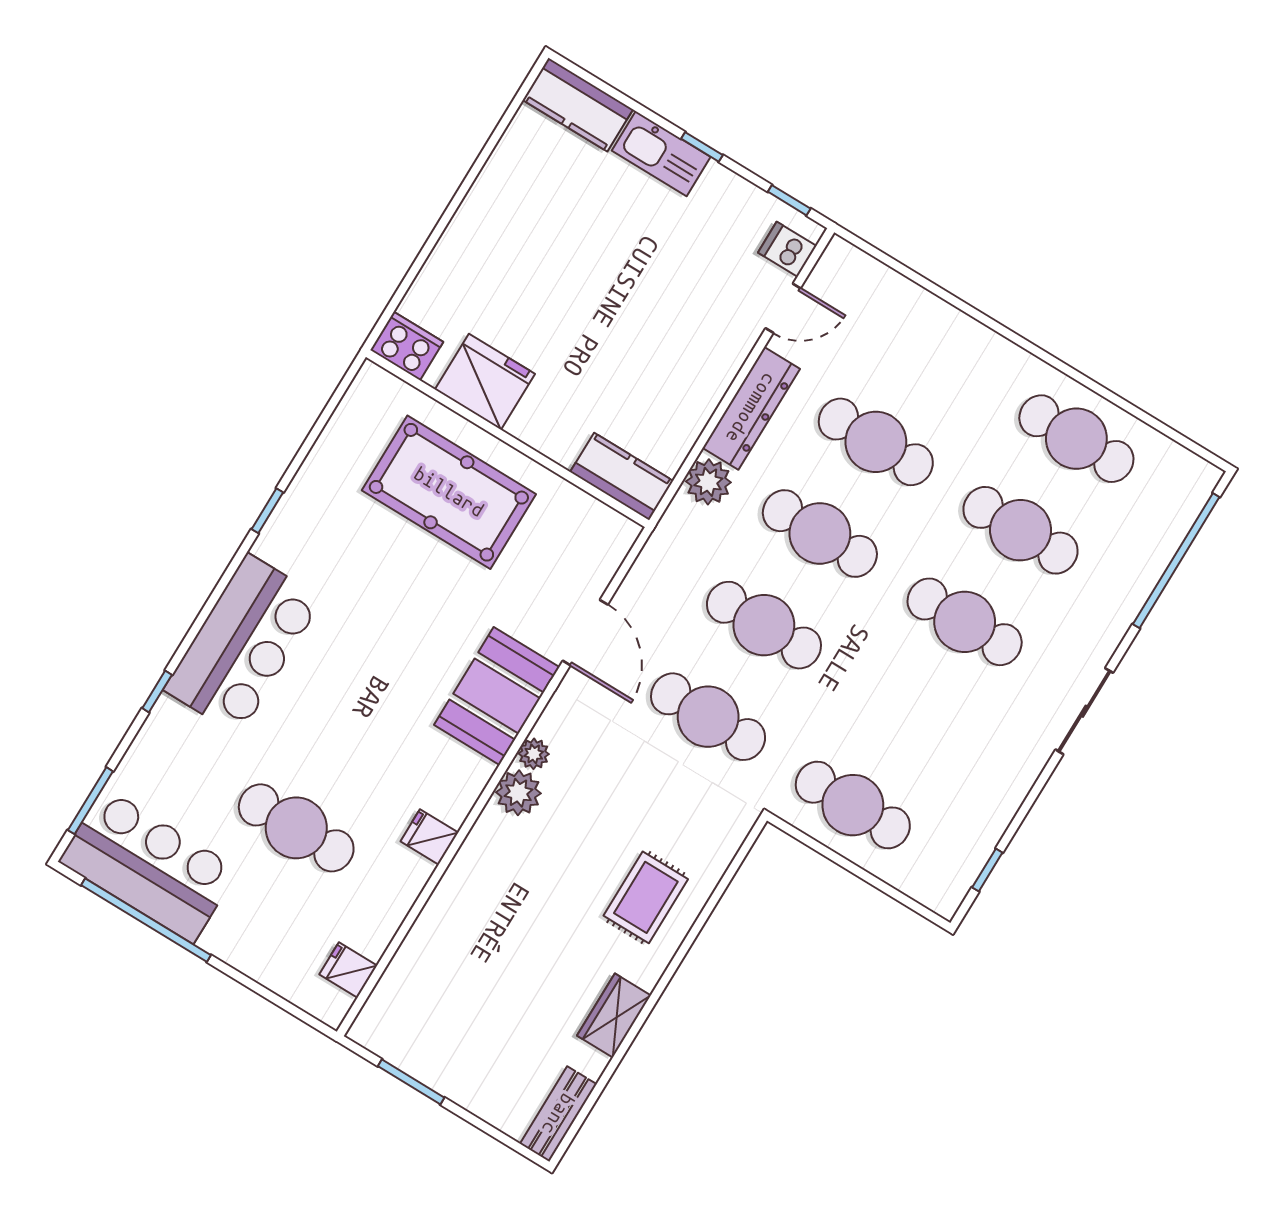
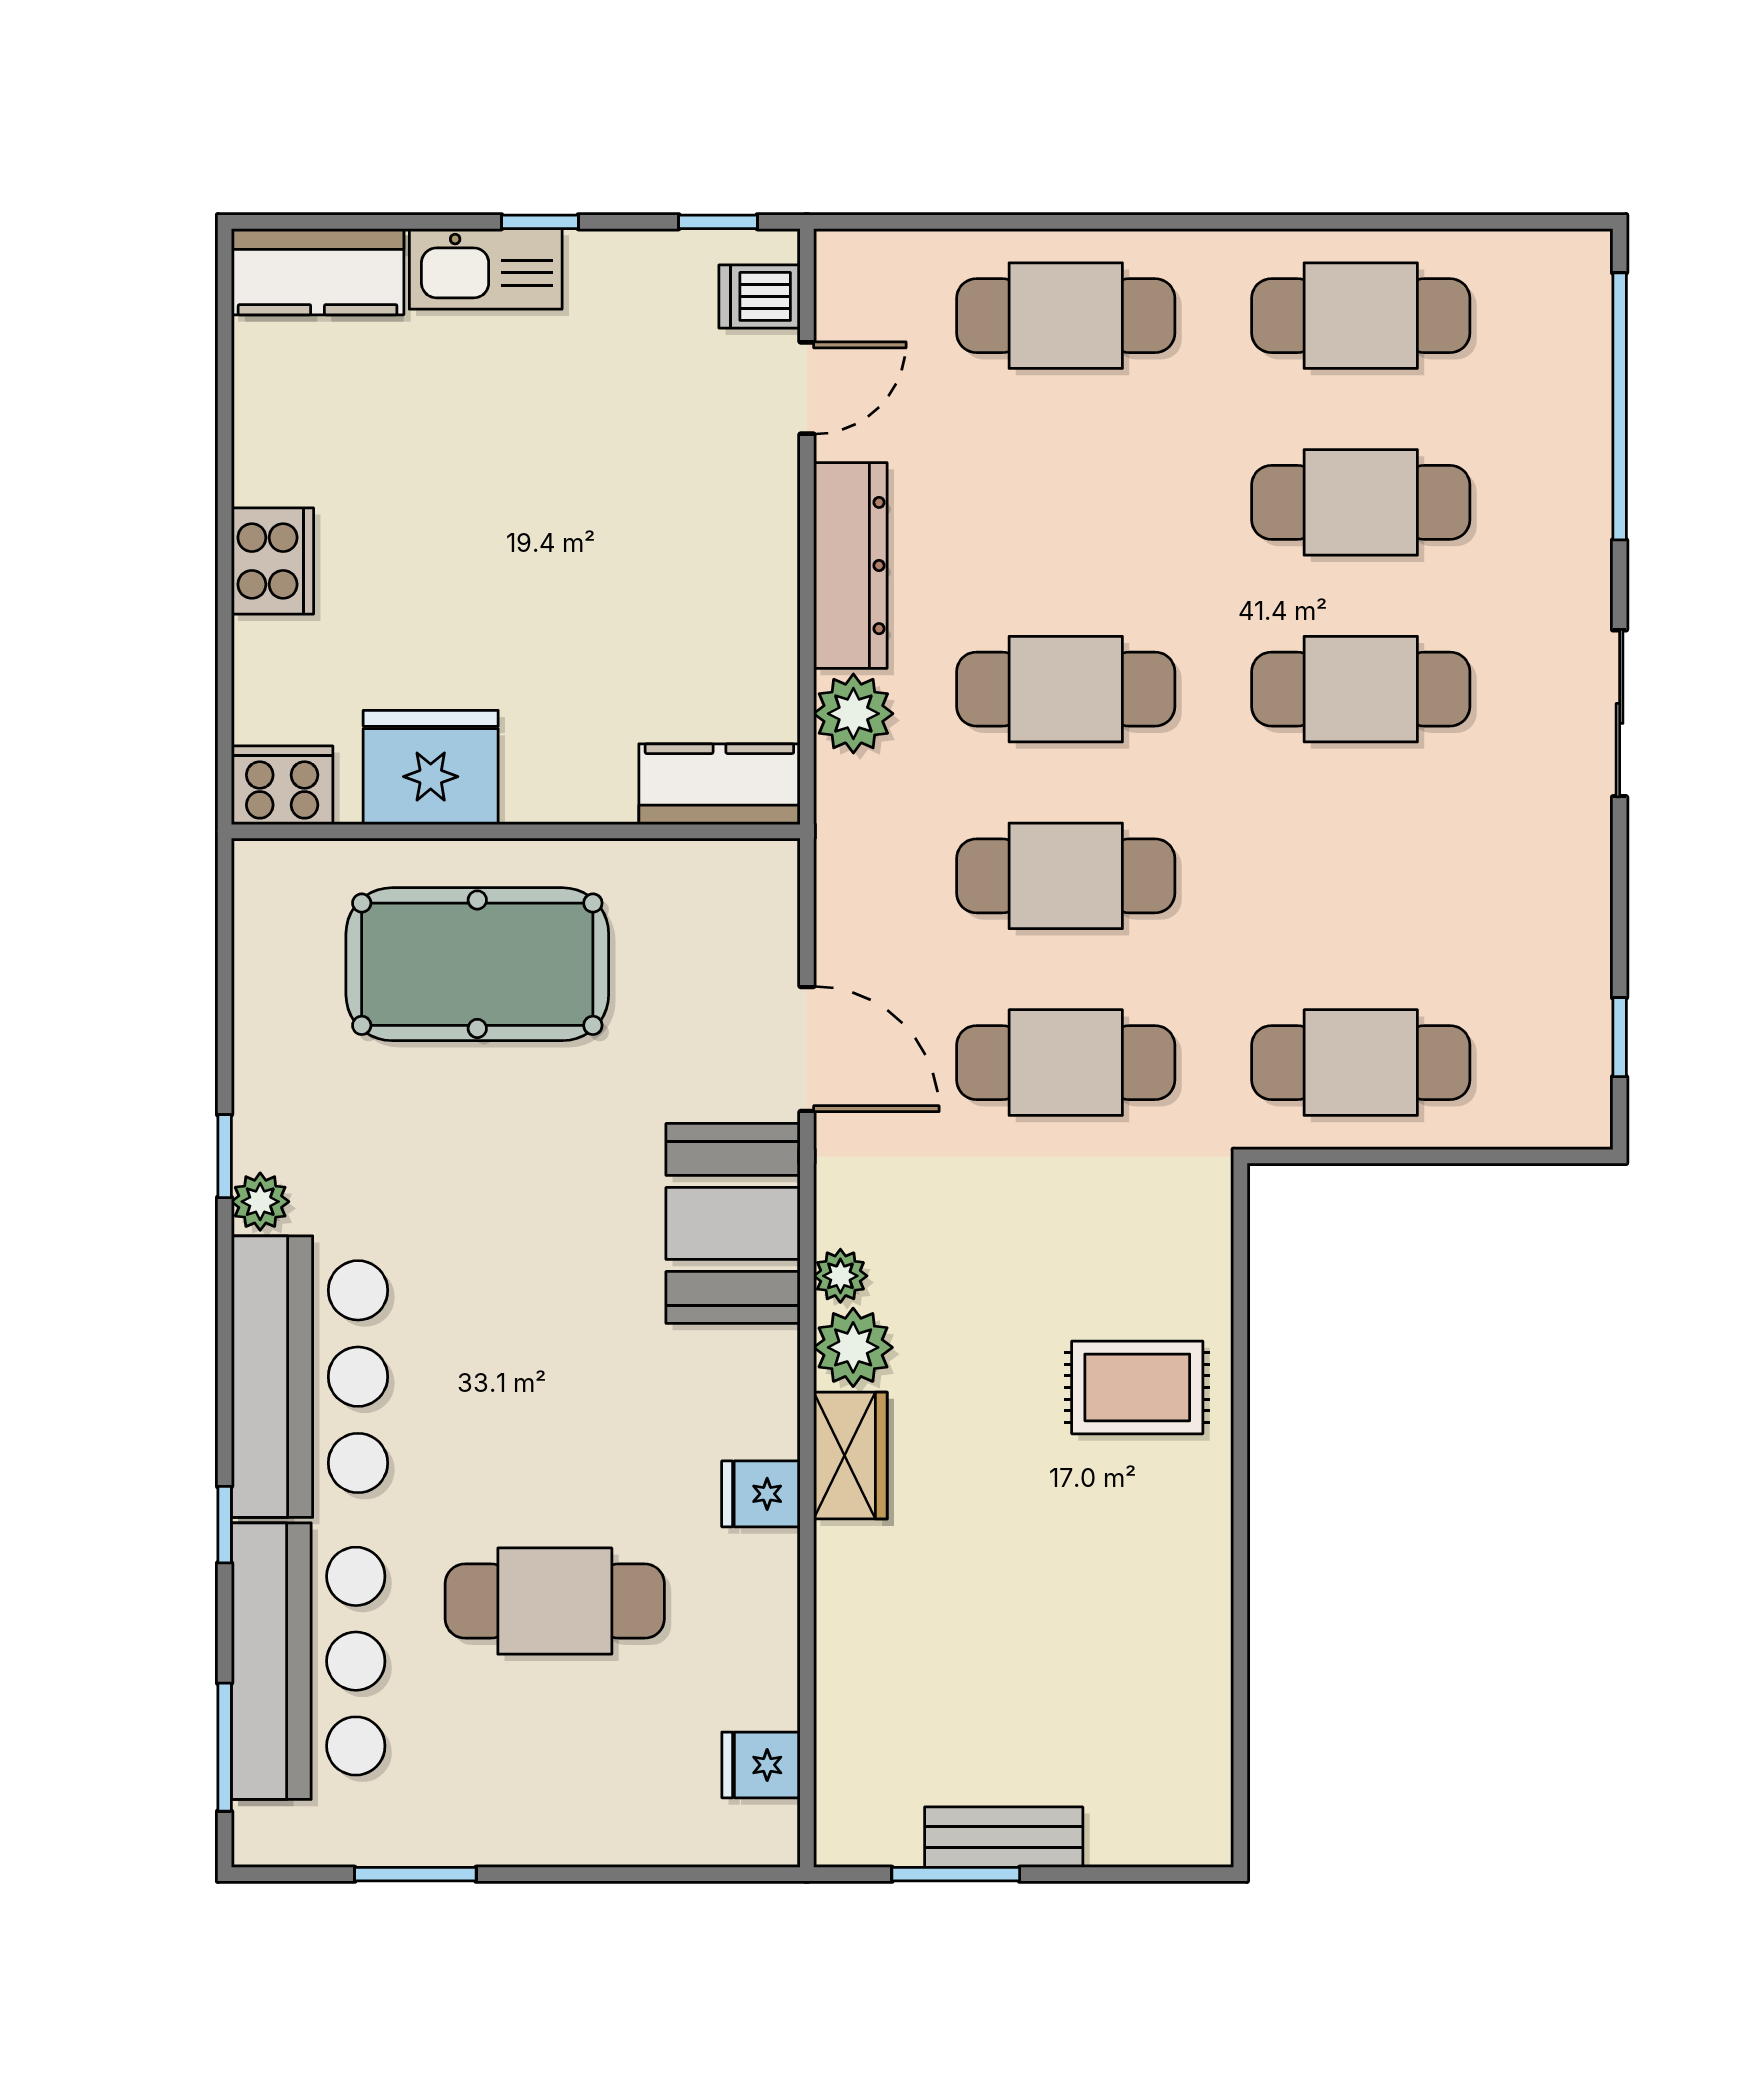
cooker: (469, 233) -> (272, 561), added
cafe table: (876, 442) -> (1066, 316), moved
plant: (271, 544) -> (260, 1202), added
bar counter: (149, 865) -> (308, 1661), moved, turned 90
rug: (646, 897) -> (1137, 1387), turned 90
window: (146, 920) -> (415, 1874), width x0.47
wardrobe: (614, 1016) -> (850, 1456), moved, turned 180
bench: (558, 1114) -> (1004, 1837), moved, turned 90

